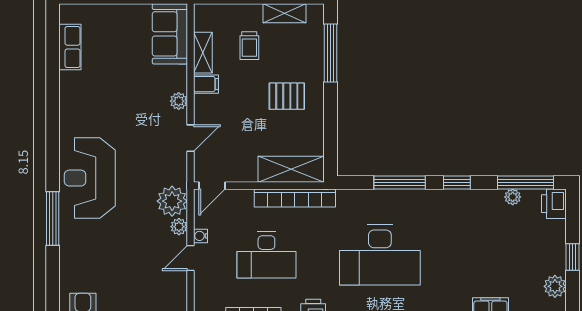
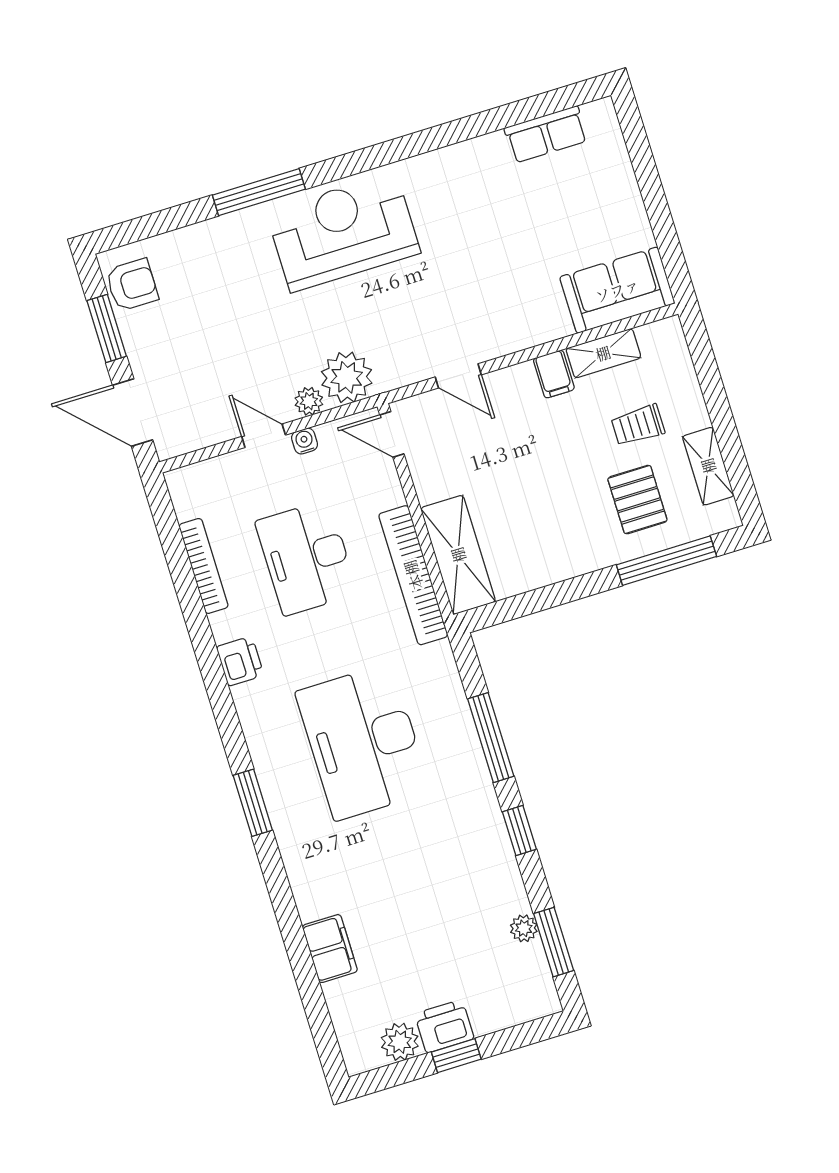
pallet: (287, 96) -> (637, 500), moved
plant: (179, 101) -> (513, 338), removed
window: (525, 182) -> (554, 942), width x0.69
printer: (554, 204) -> (444, 1026), moved

